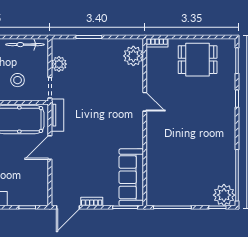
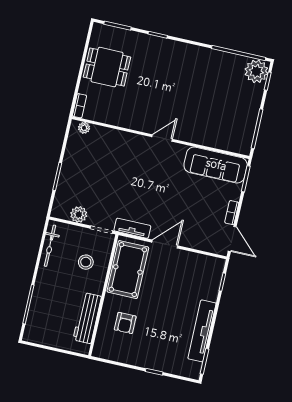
plant: (133, 56) -> (84, 128), width x0.53, depth x0.53
dining table: (198, 60) -> (107, 67), turned 90
door: (145, 102) -> (162, 138), moved
door: (50, 148) -> (165, 244), swing flipped

